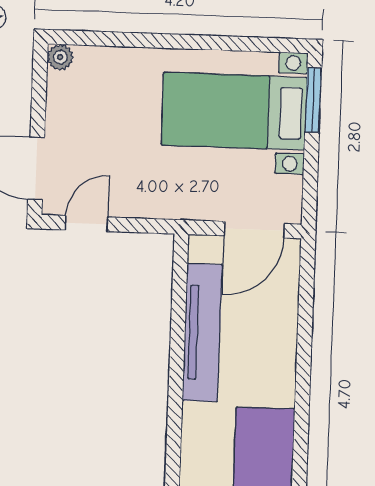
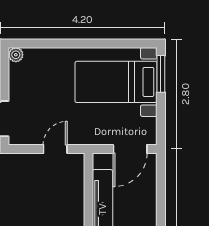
door: (87, 224) -> (55, 149), moved

